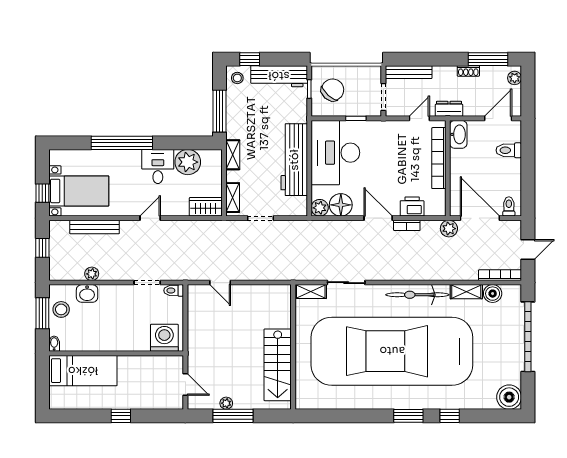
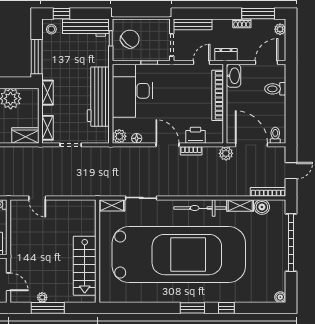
floor lamp: (341, 205) -> (137, 138), width x0.53, depth x0.53
car: (392, 351) -> (179, 255), turned 180
boiler: (509, 397) -> (280, 297), width x0.54, depth x0.54

